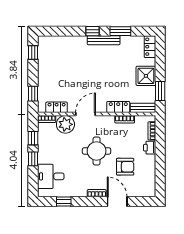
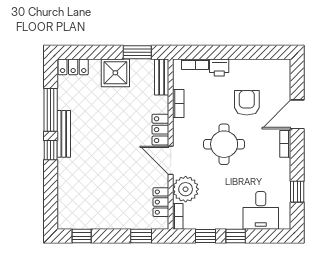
window: (120, 31) -> (51, 110), width x1.44
locker: (118, 107) -> (160, 130), moved

